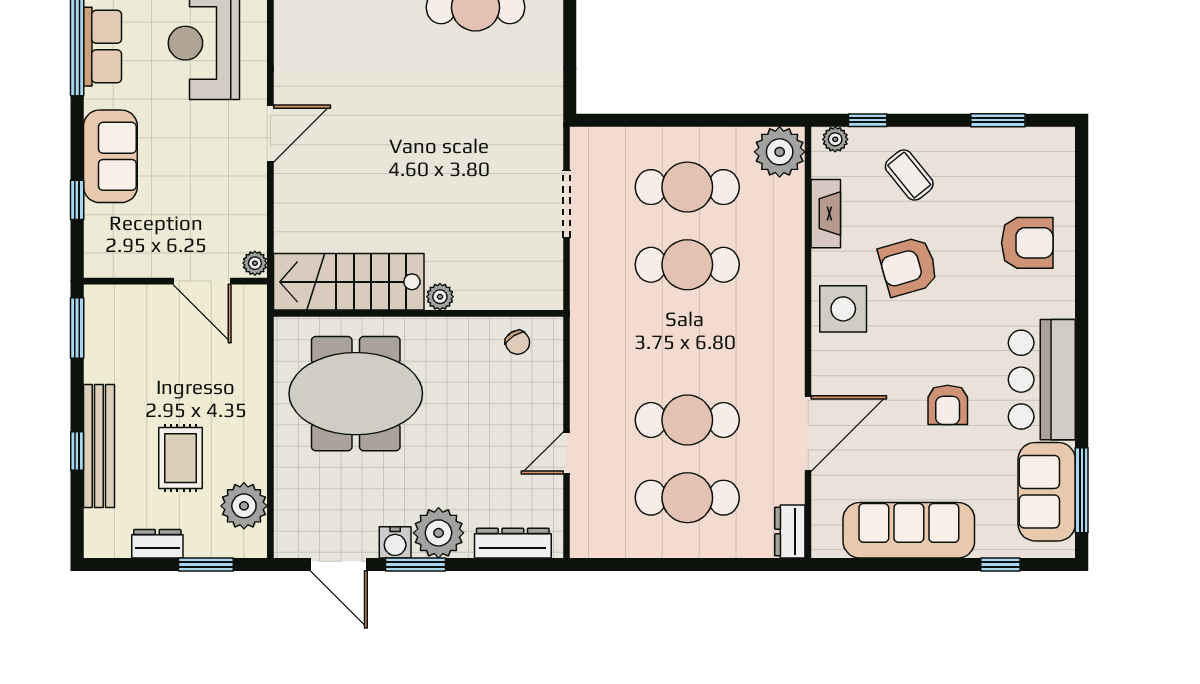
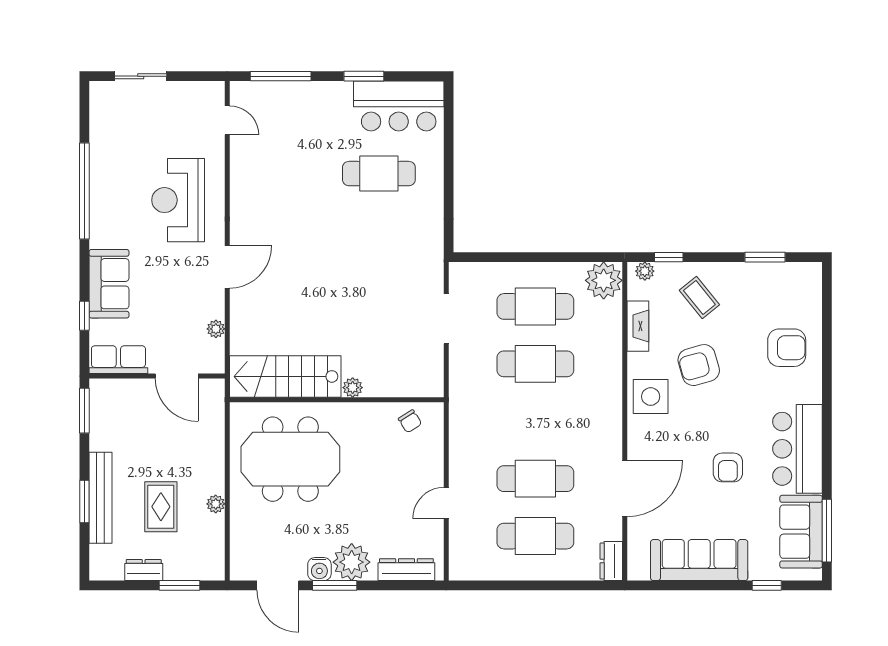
row of seats: (102, 47) -> (118, 360), moved, turned -90
plant: (255, 263) -> (216, 329), moved
window: (77, 451) -> (84, 502), width x1.50
plant: (244, 506) -> (216, 504), moved, width x0.53, depth x0.53

